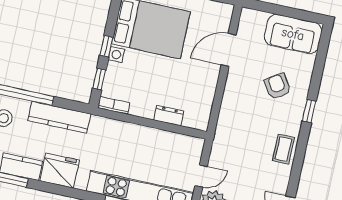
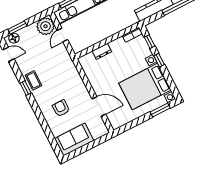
door: (229, 50) -> (99, 107), hinge flipped
armchair: (278, 86) -> (61, 108), turned -147
window: (309, 111) -> (26, 88), moved

